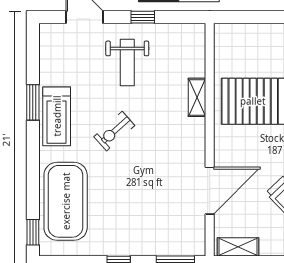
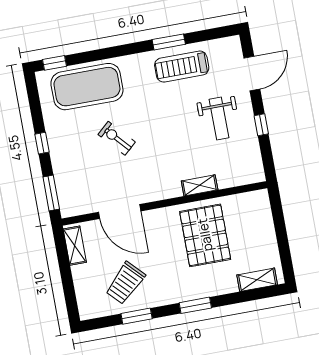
weight bench: (127, 62) -> (219, 118), turned -90
treadmill: (57, 116) -> (182, 67), moved
exercise bike: (114, 131) -> (117, 138), moved

